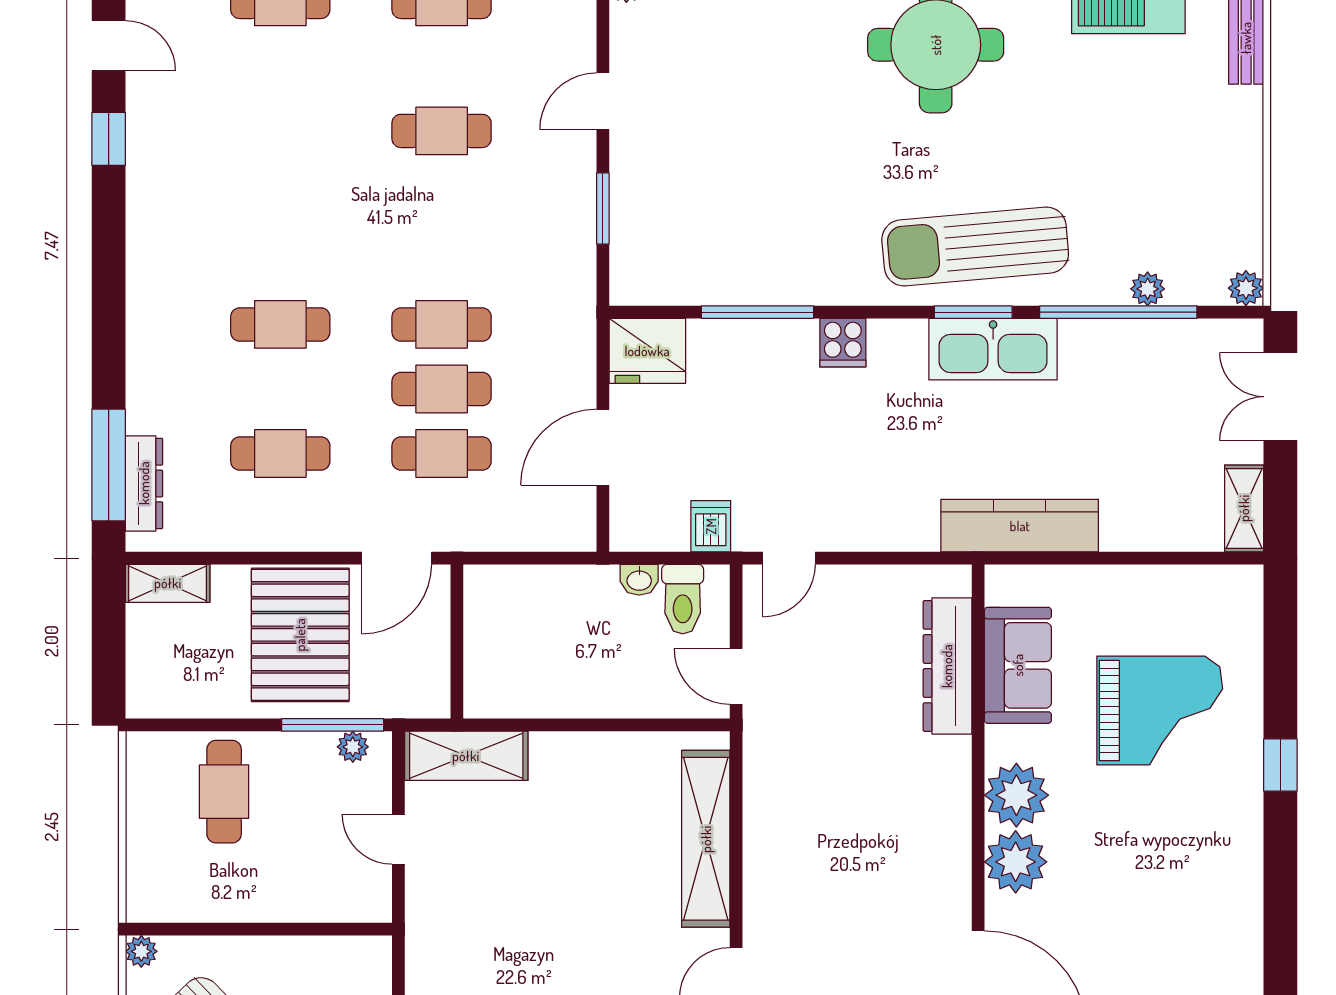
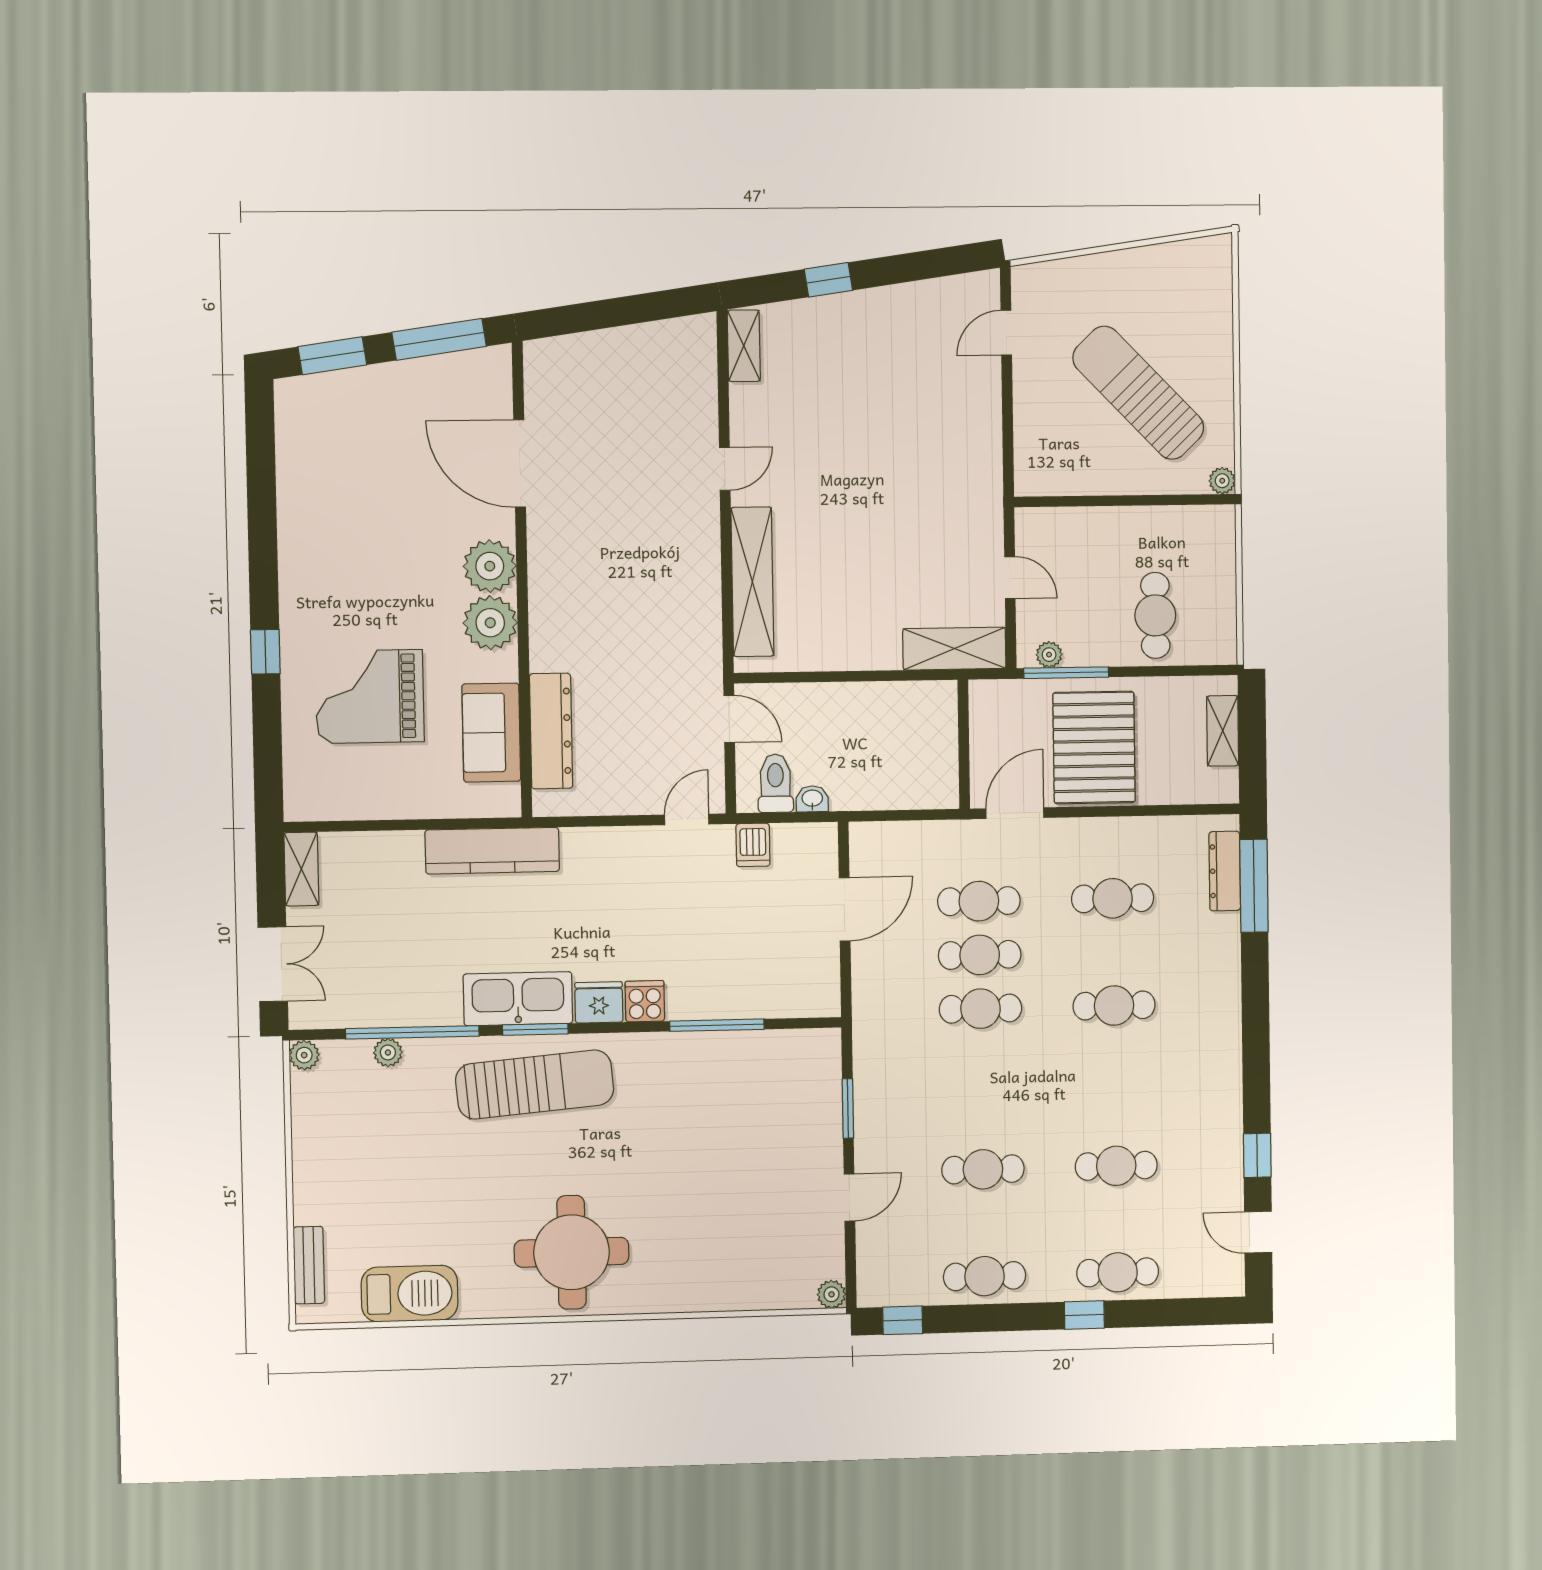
cafe table: (280, 131) -> (1116, 1166), added
fridge: (647, 351) -> (599, 1002), moved, width x0.73, depth x0.75
shelving: (168, 583) -> (1223, 731), moved, turned 90

